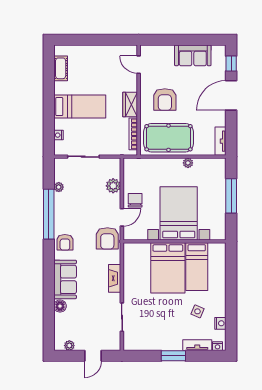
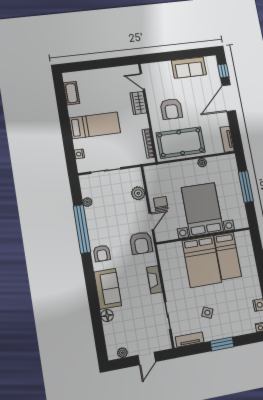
wardrobe: (130, 104) -> (138, 103), moved
side table: (197, 311) -> (207, 313), moved
tv unit: (197, 345) -> (190, 340), moved

